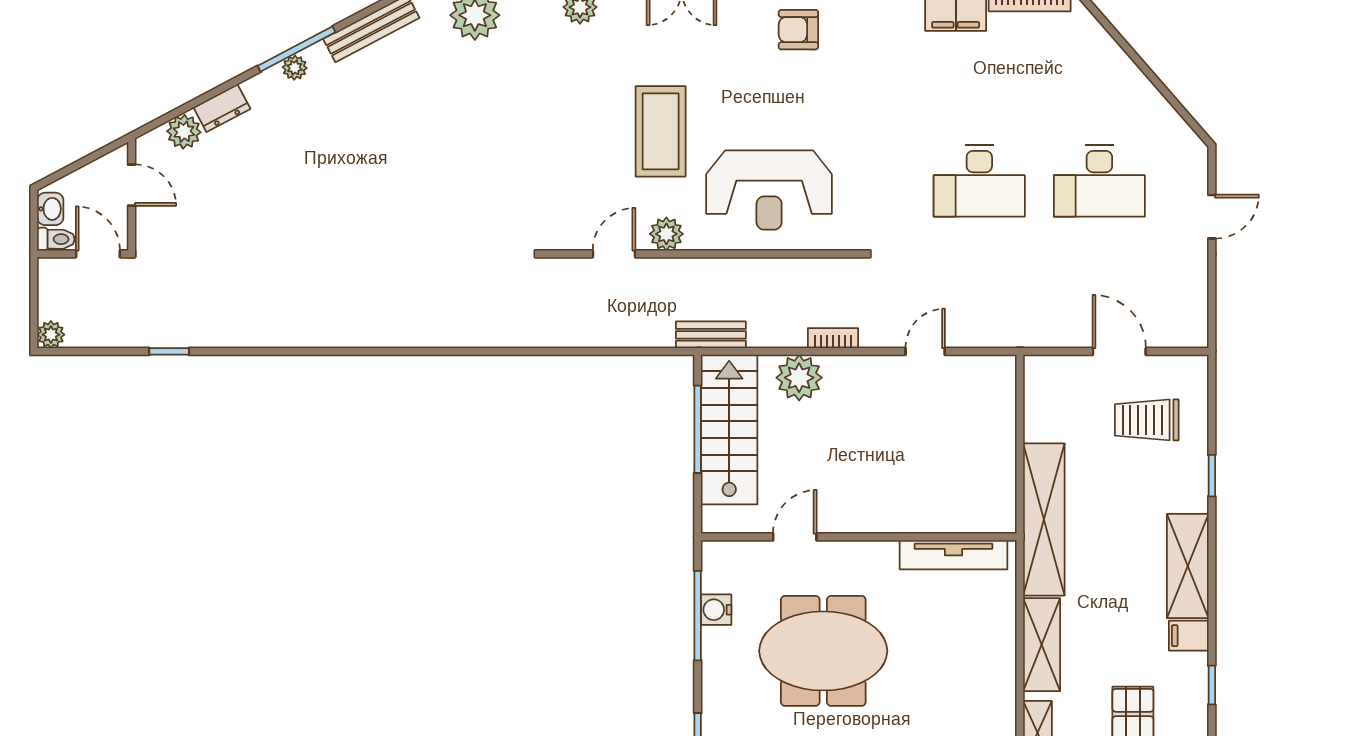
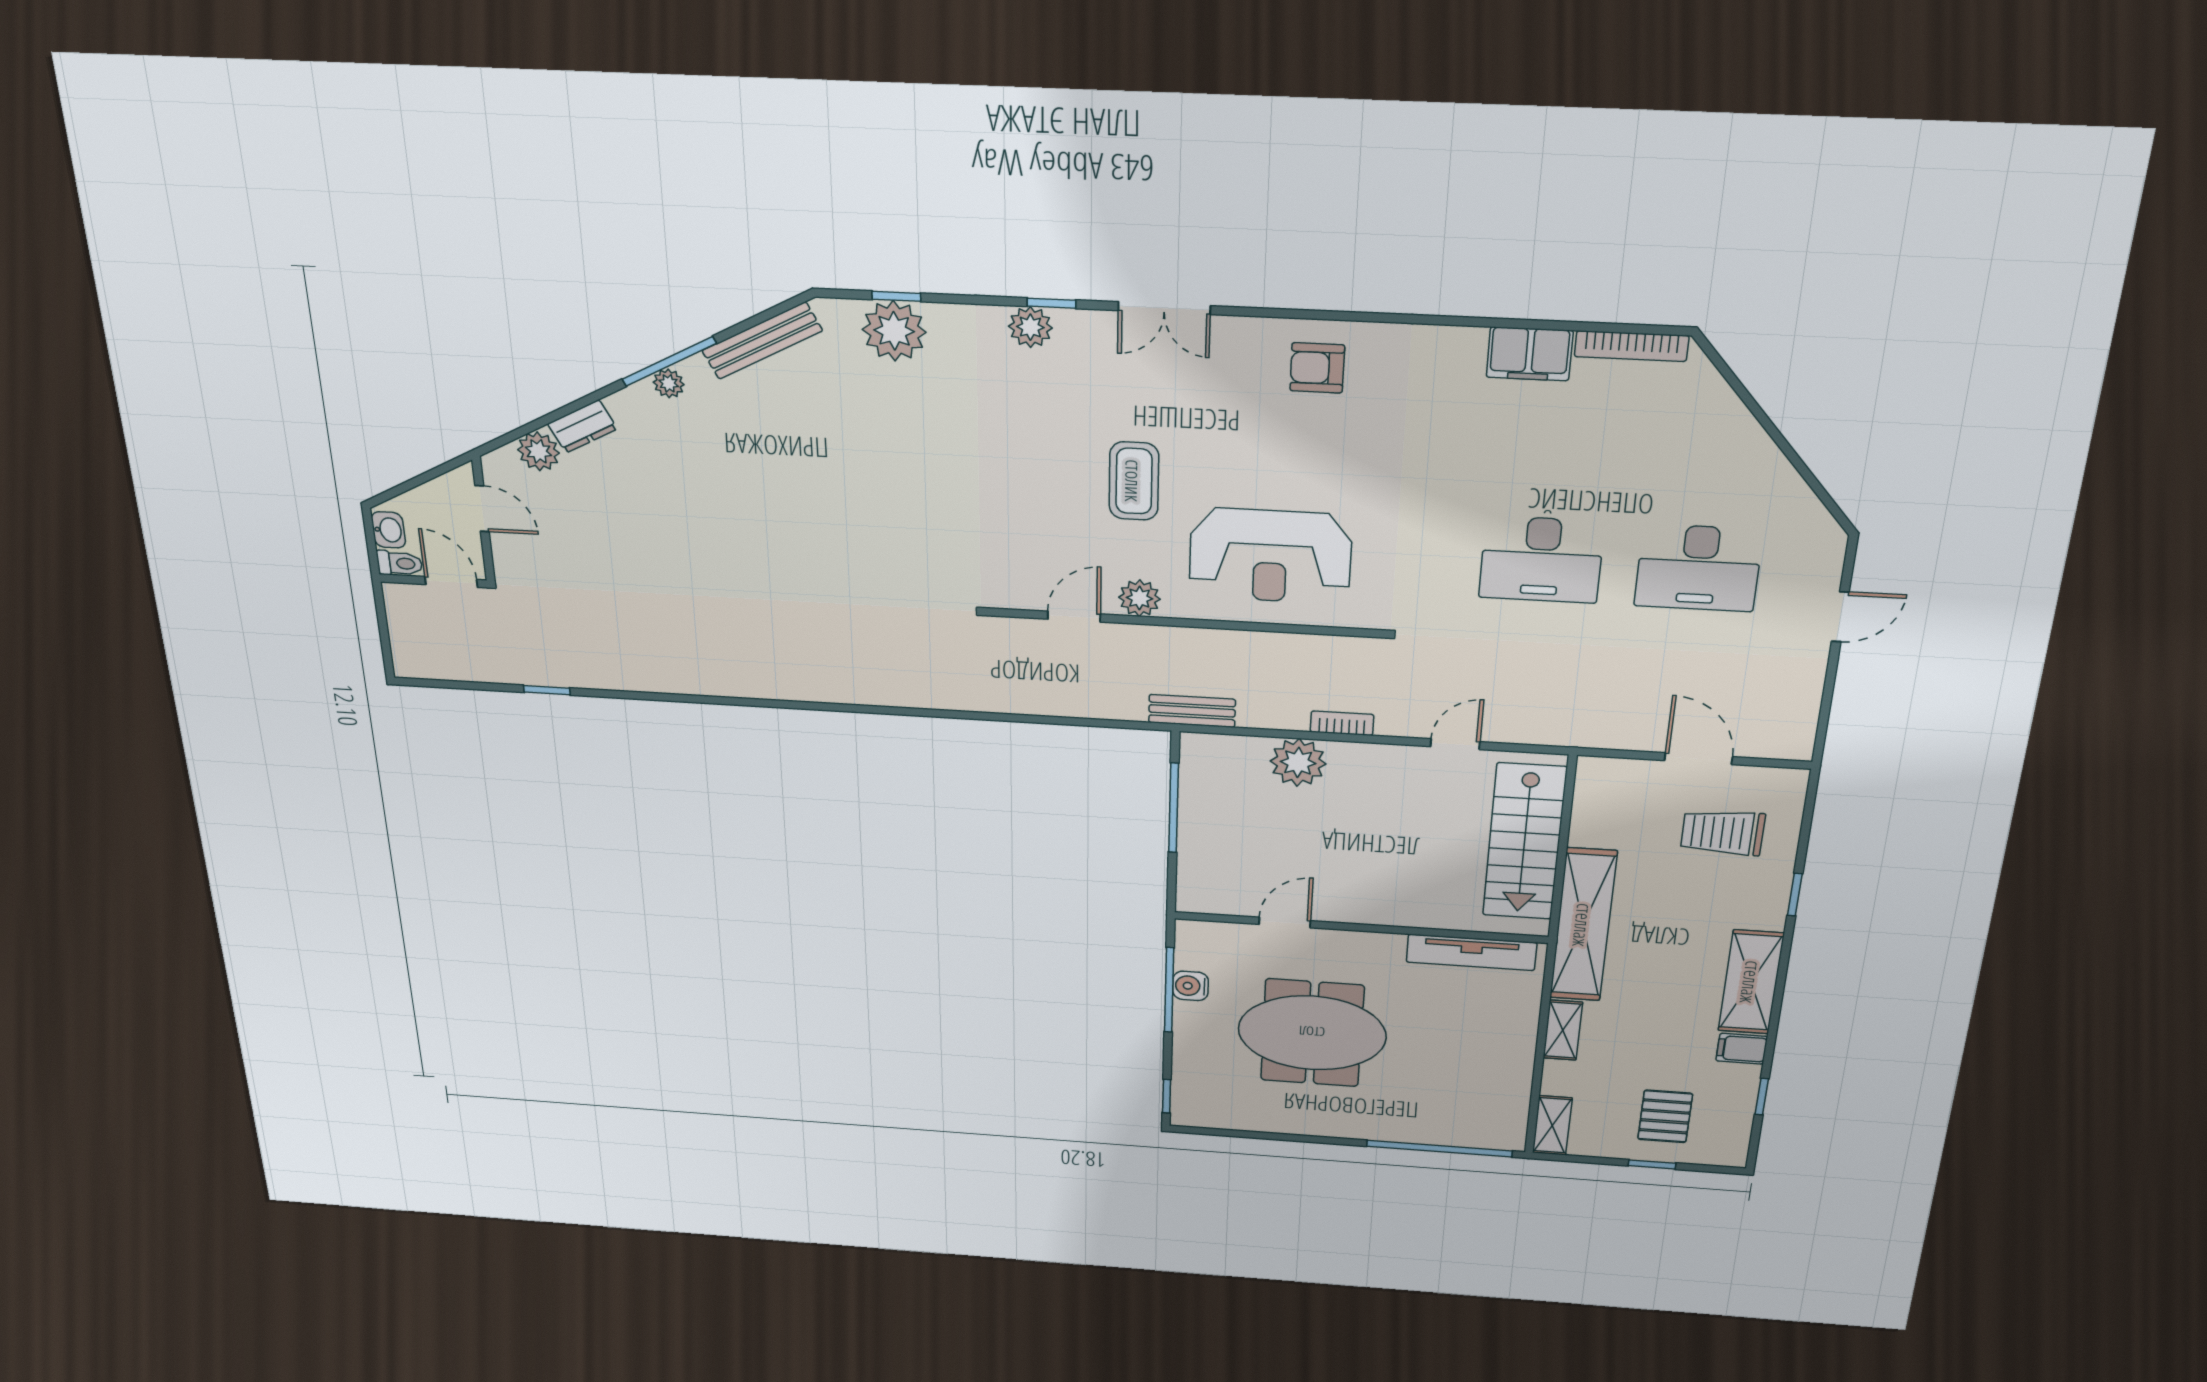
coffee table: (661, 131) -> (1134, 481), width x0.73, depth x0.76
plant: (51, 335) -> (408, 664), removed
stairs: (729, 430) -> (1524, 842), moved, turned 180
shelving: (1042, 645) -> (1563, 1030), width x0.67, depth x0.75

